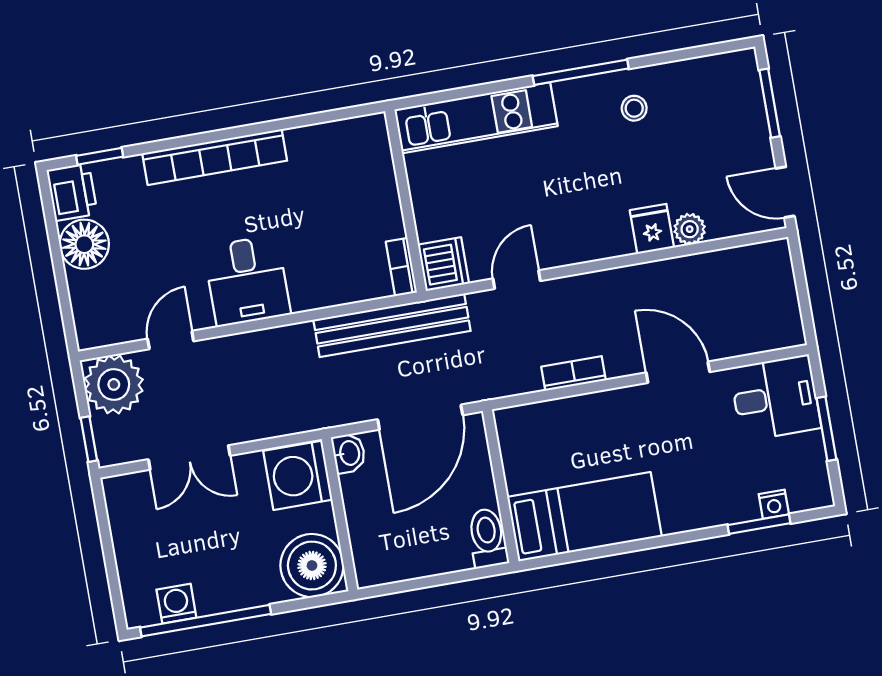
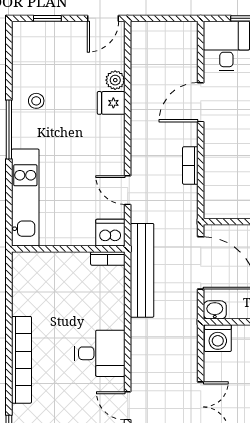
window: (770, 103) -> (47, 18), width x0.67
washing machine: (298, 475) -> (218, 338), width x0.73, depth x0.73

